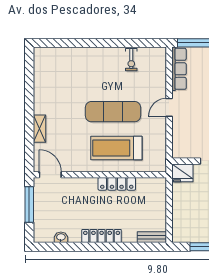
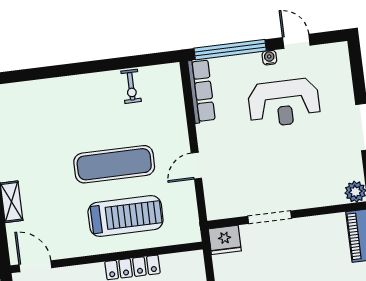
door: (169, 107) -> (196, 166), moved
treadmill: (116, 148) -> (126, 216), turned 180

